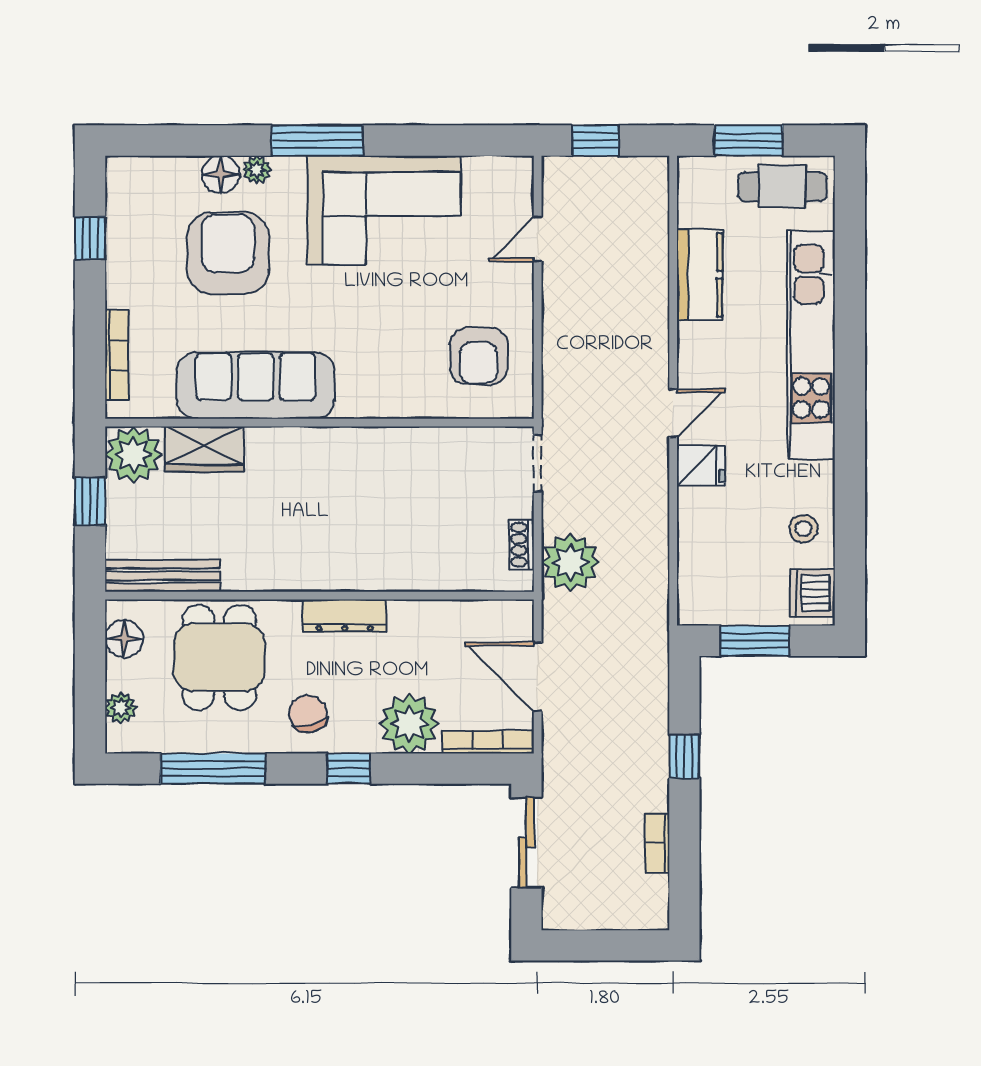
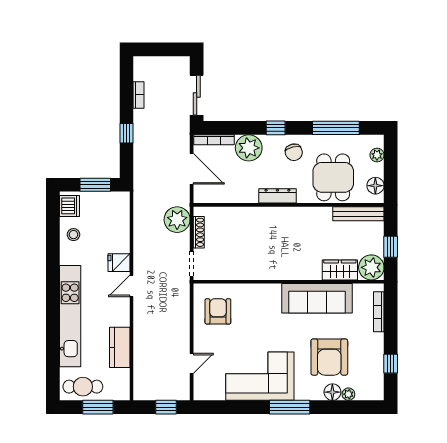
plant: (257, 170) -> (348, 394), moved
shoe rack: (522, 545) -> (199, 232), width x1.43

